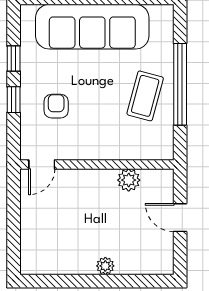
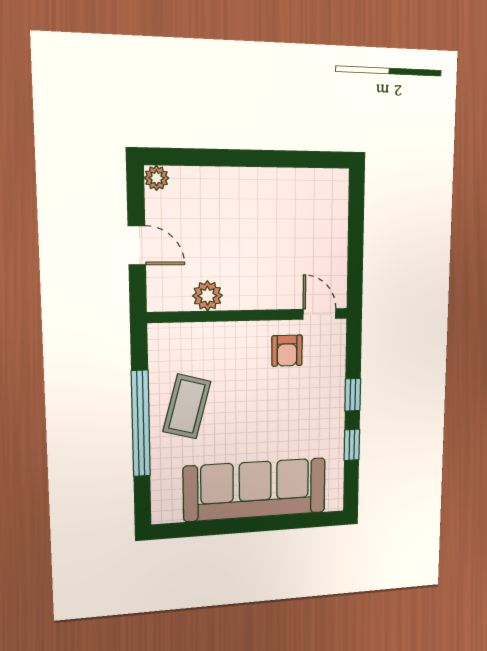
armchair: (56, 106) -> (287, 351), moved
door: (42, 165) -> (319, 314), hinge flipped
plant: (105, 266) -> (156, 178), moved

